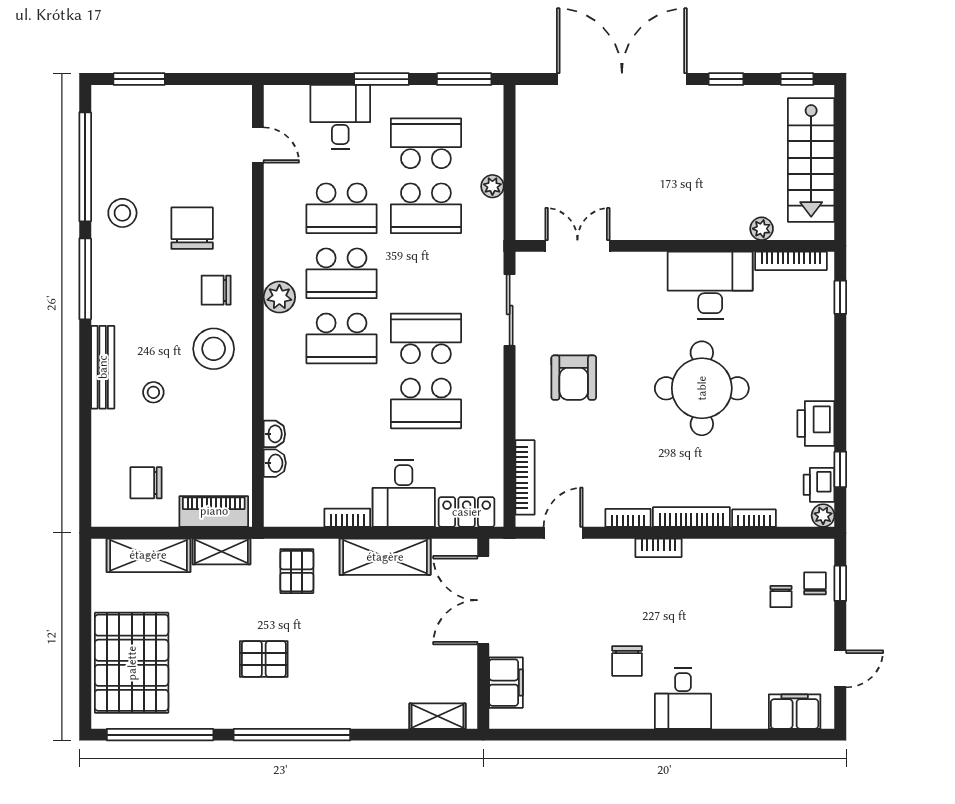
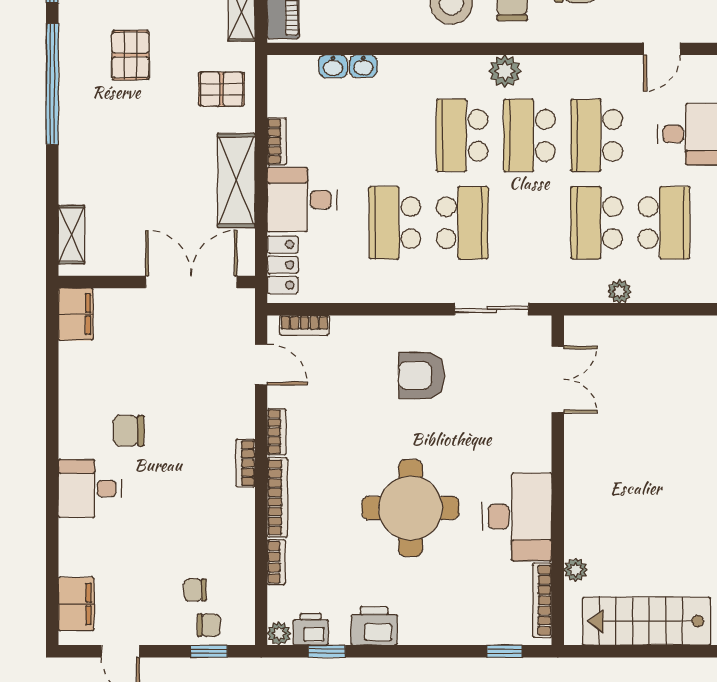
bookcase: (525, 477) -> (304, 325), width x0.64
filing cabinet: (506, 683) -> (76, 314), moved, turned -90

